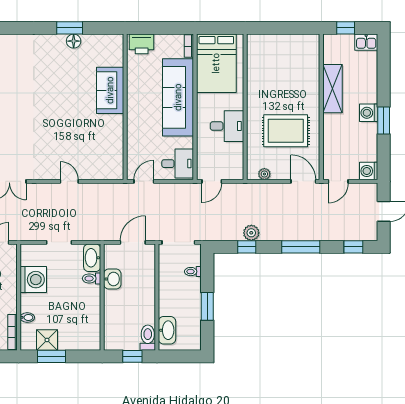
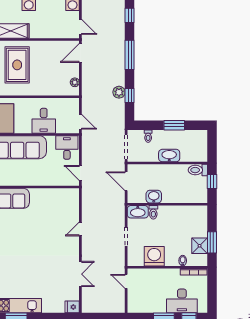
desk: (227, 126) -> (44, 121), moved, turned 180
rug: (286, 131) -> (17, 65), moved
washbasin: (167, 330) -> (169, 156), moved

